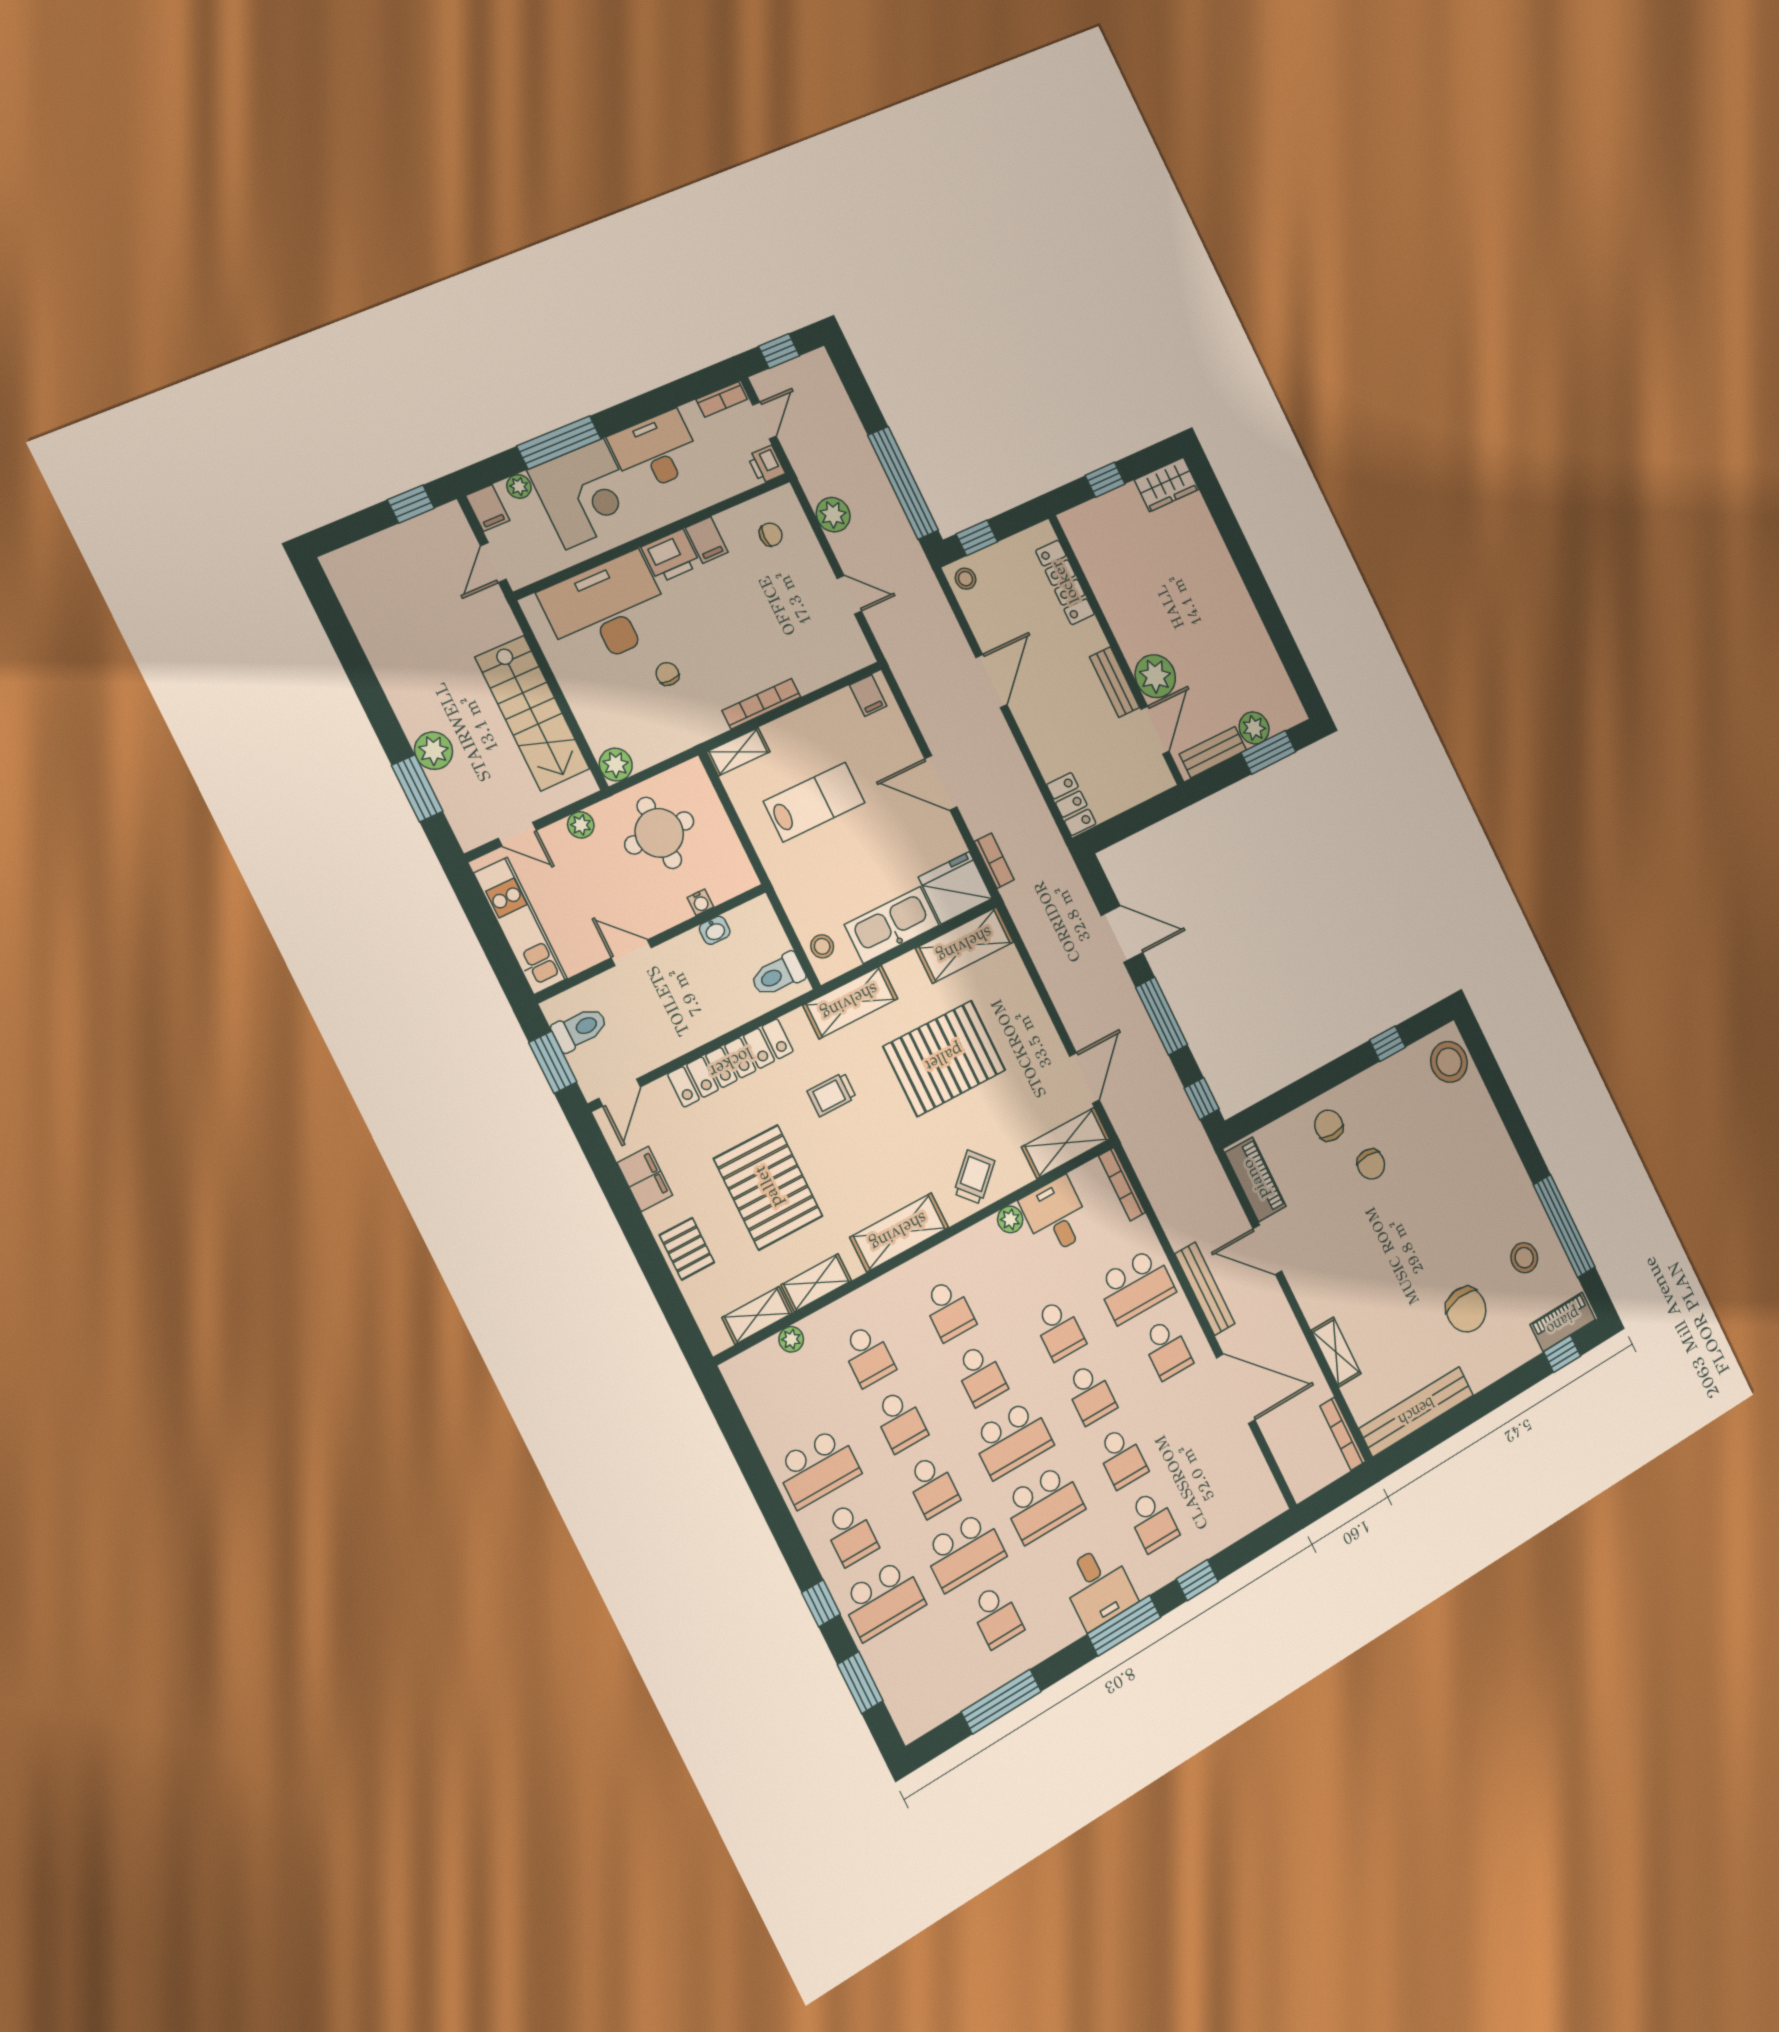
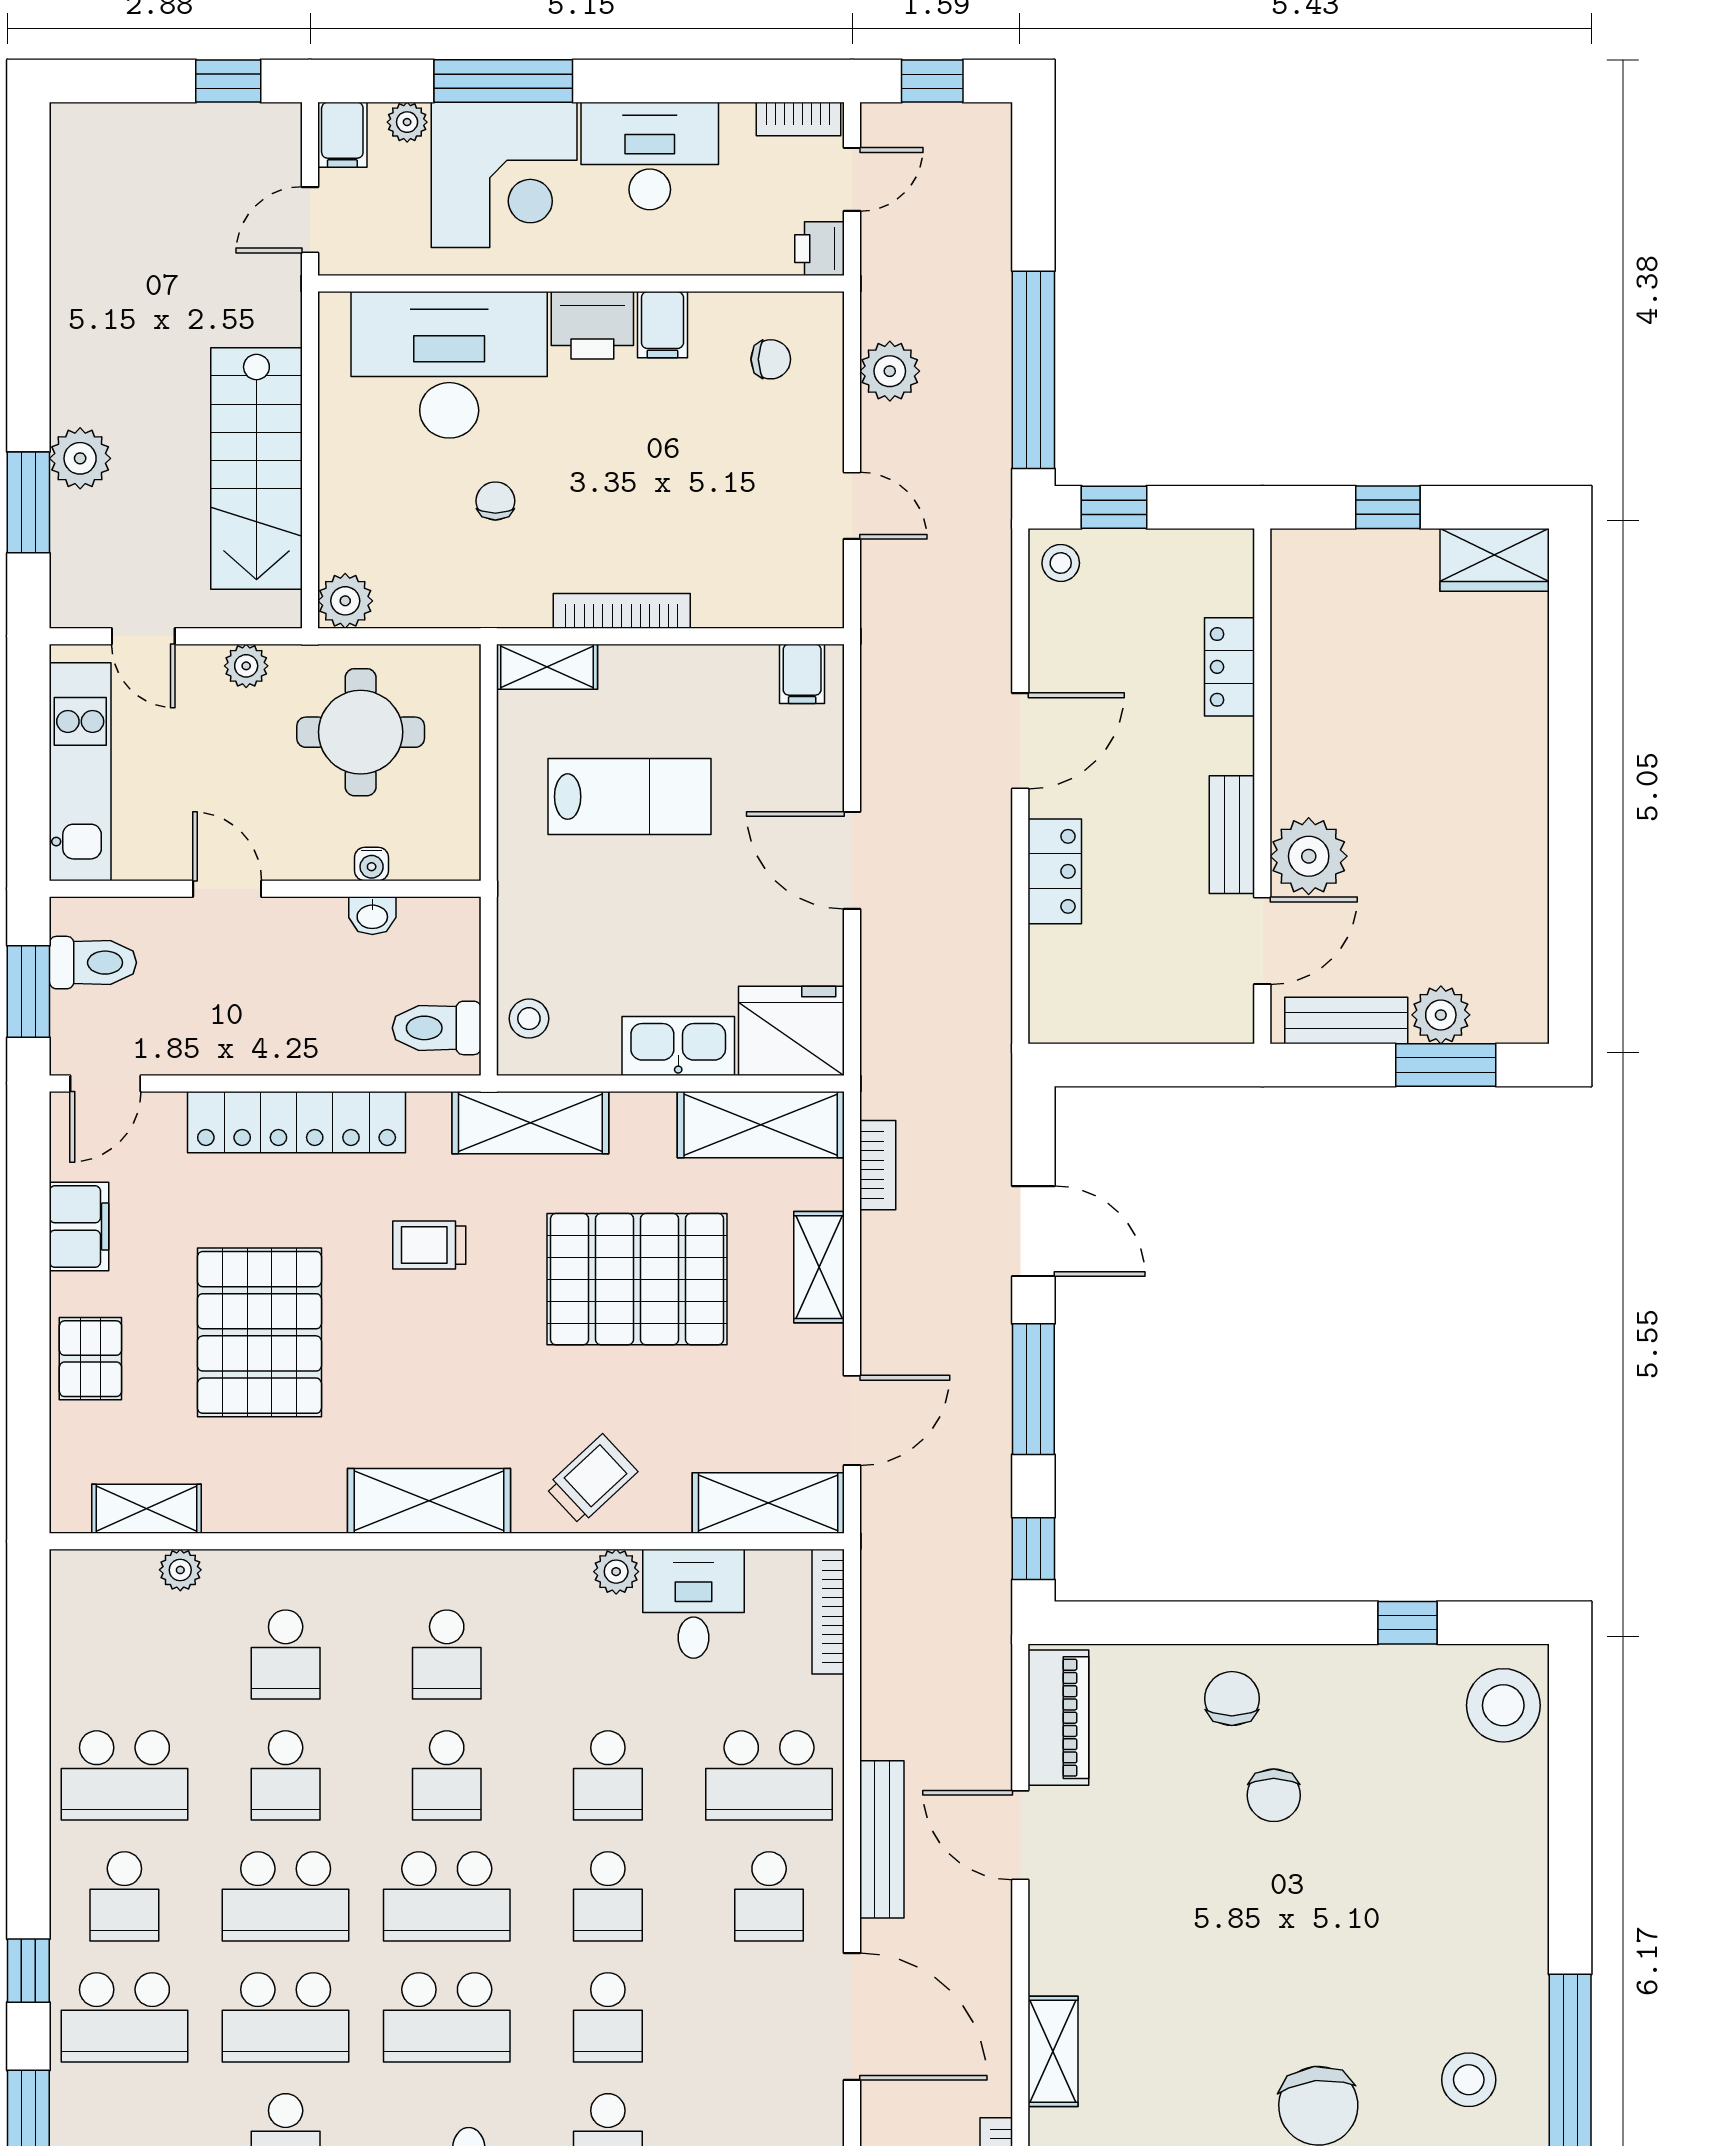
locker: (1065, 582) -> (1230, 667), width x0.66
locker: (1071, 804) -> (1055, 871), moved
bookcase: (994, 861) -> (878, 1165), moved
kitchen sink: (892, 925) -> (678, 1046), width x0.73, depth x0.81
shelving: (816, 1283) -> (819, 1267), moved, turned 90
school desk: (932, 1486) -> (286, 1896), width x1.85

